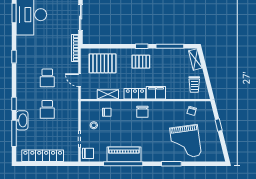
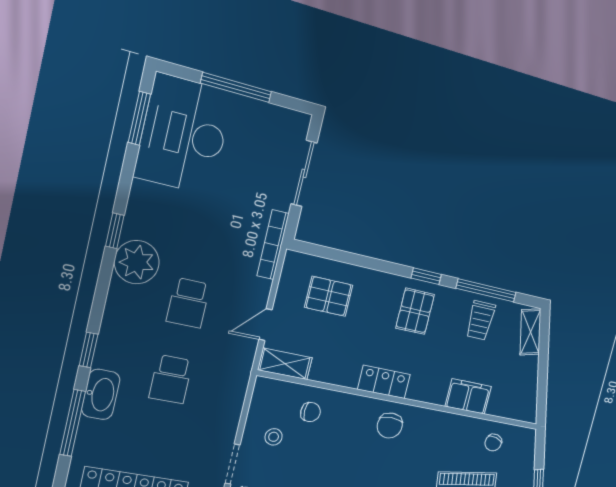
pallet: (141, 62) -> (415, 311), turned 90
pallet: (103, 63) -> (329, 296), width x0.67, depth x0.71
plant: (24, 67) -> (137, 262), added
door: (80, 80) -> (266, 325), hinge flipped
trolley: (194, 85) -> (481, 320), moved
filing cabinet: (156, 93) -> (468, 396), moved
shelving: (108, 94) -> (285, 364), moved

